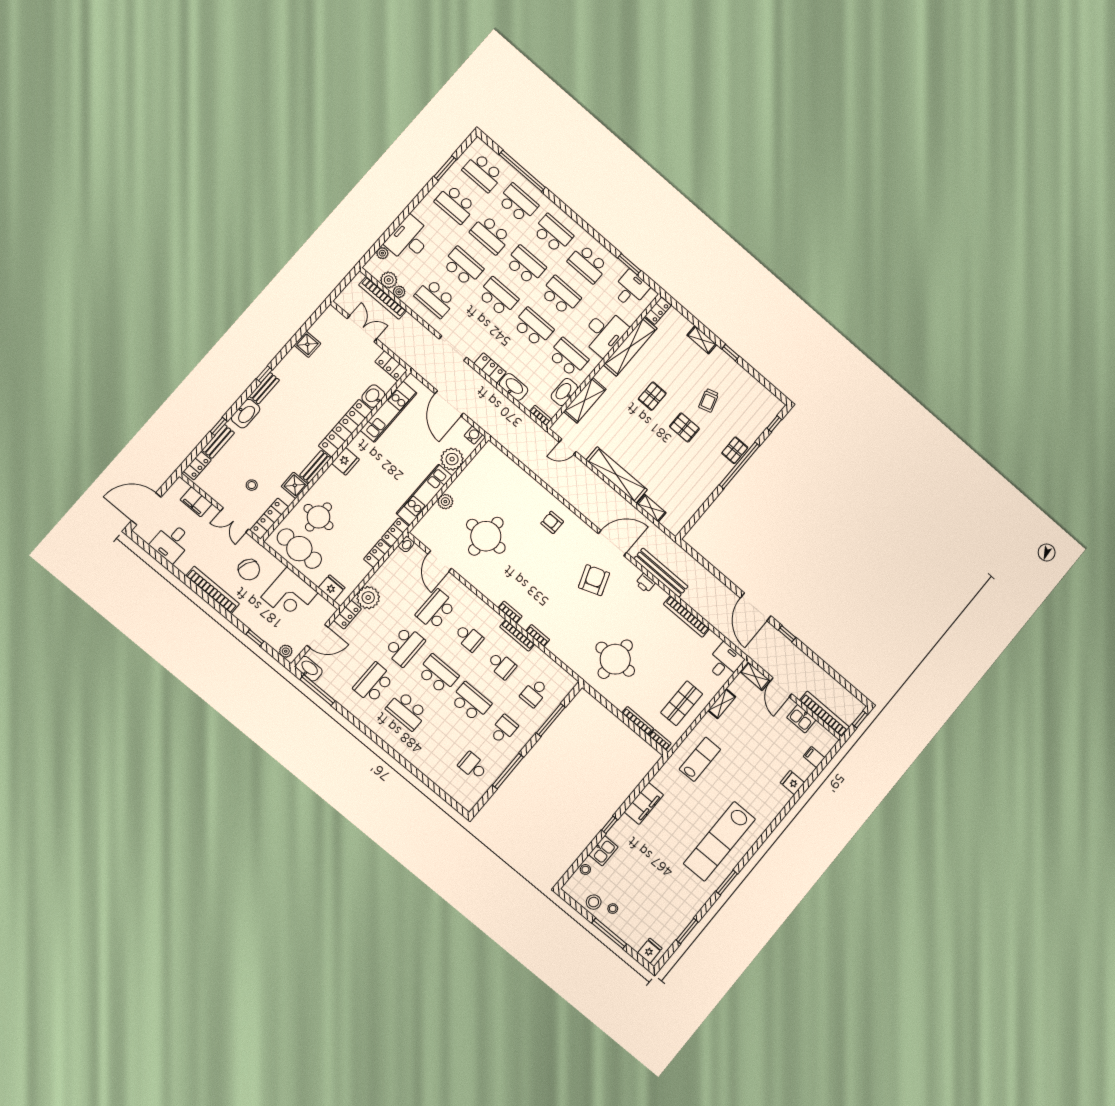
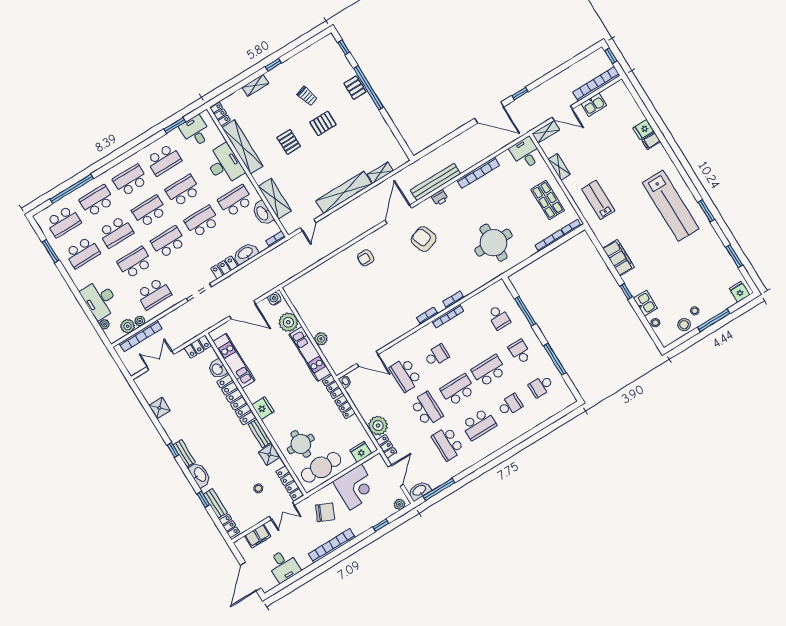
round table: (486, 536) -> (359, 315), removed
school desk: (502, 665) -> (510, 405), moved
filing cabinet: (814, 757) -> (651, 141), moved

